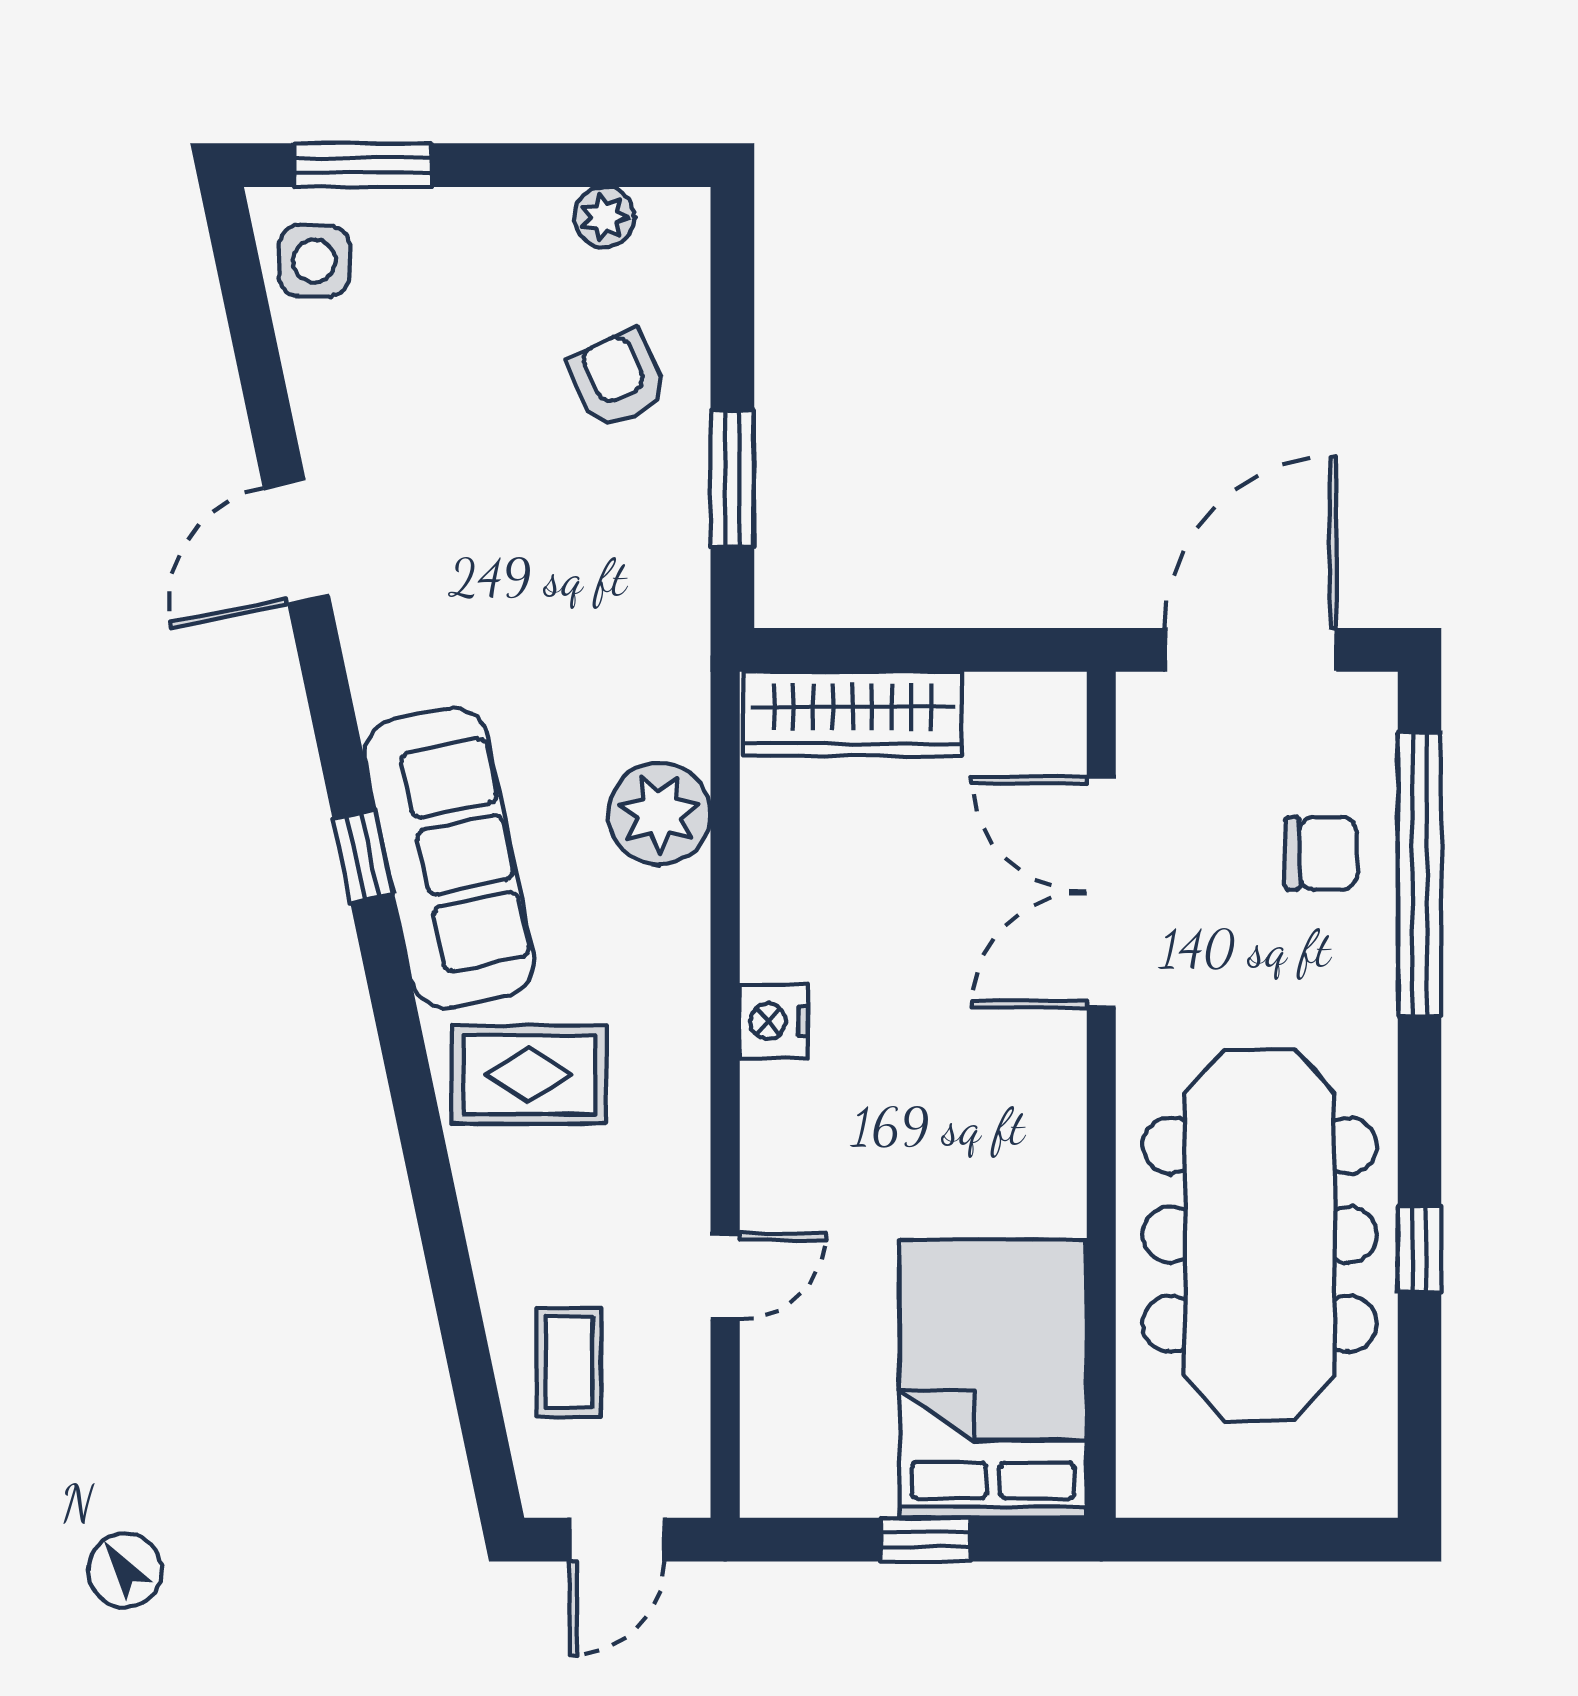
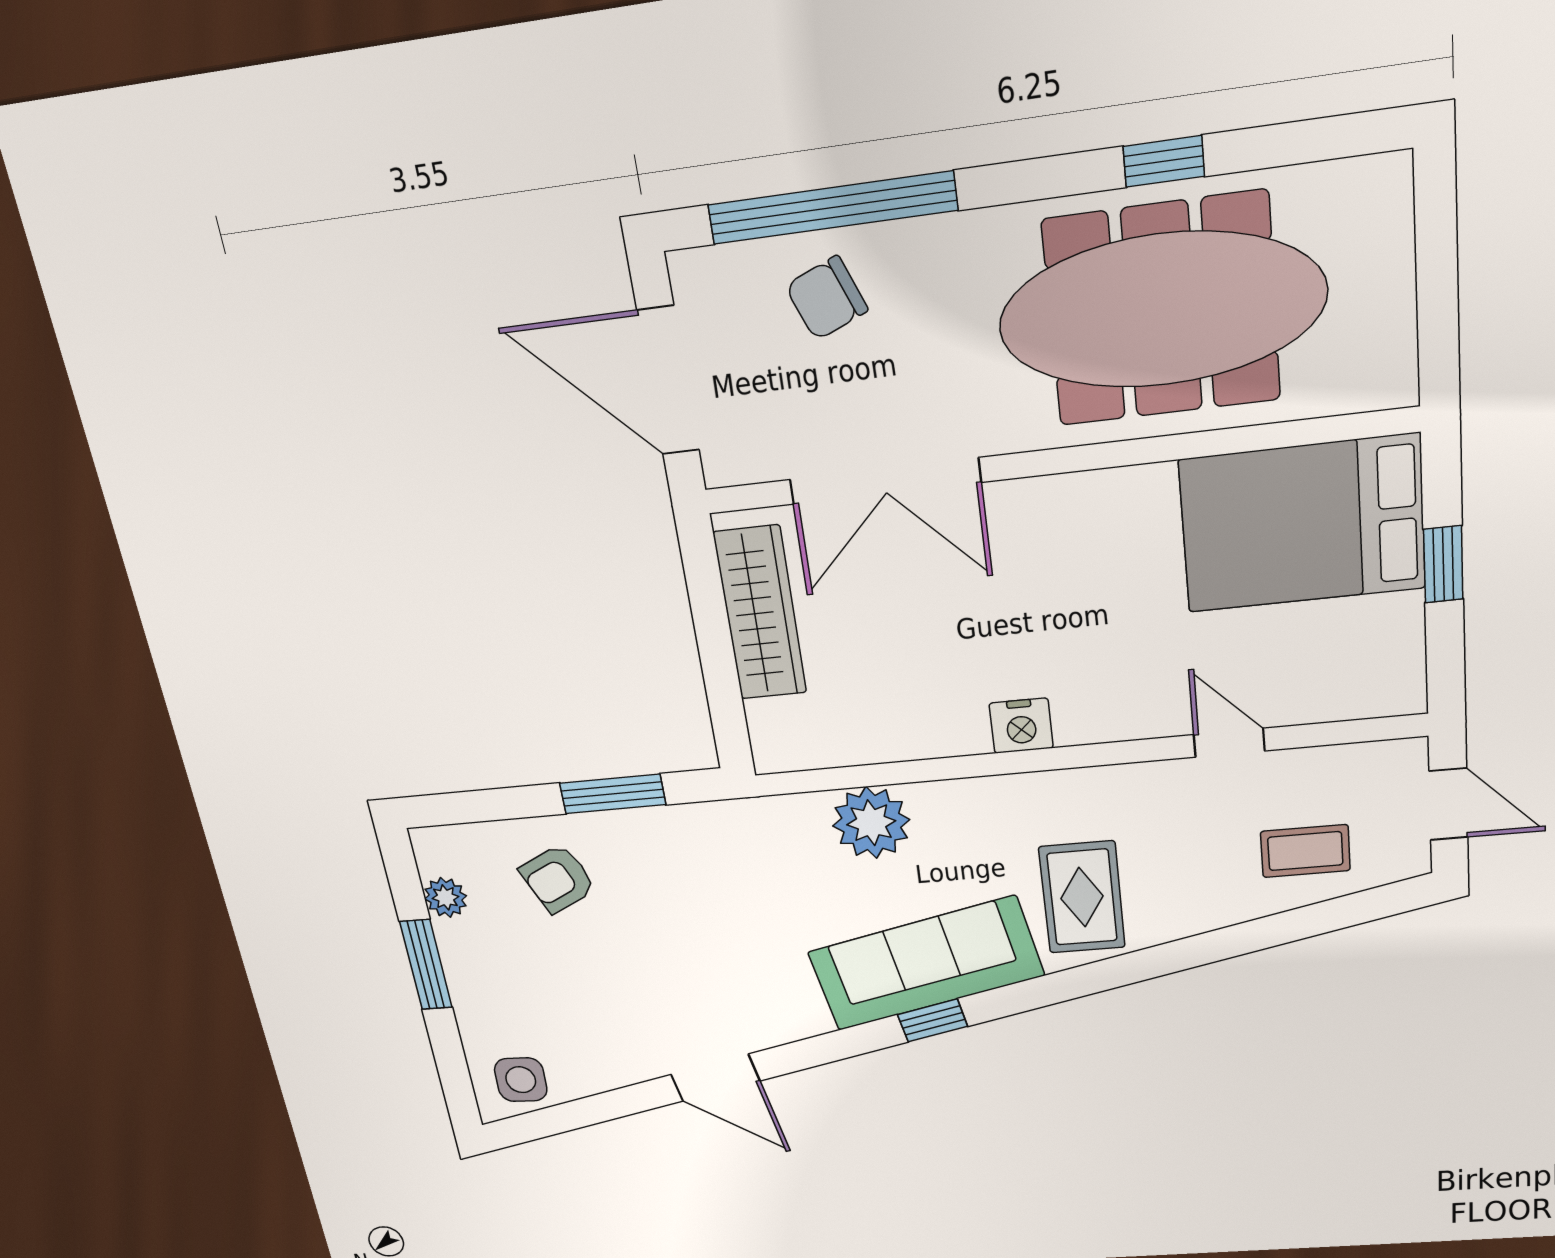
window: (363, 165) -> (426, 965), moved
wardrobe: (852, 714) -> (760, 613), moved
chair: (1321, 853) -> (827, 298), turned -112

